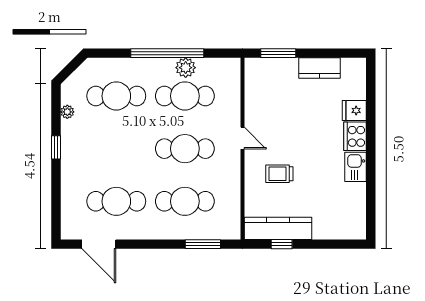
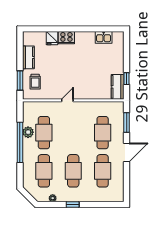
cafe table: (185, 149) -> (73, 171), moved
kitchen sink: (356, 167) -> (104, 37), moved
trolley: (279, 174) -> (35, 82), moved
kitchen counter: (278, 228) -> (118, 87), width x0.67
door: (99, 244) -> (127, 152), moved

